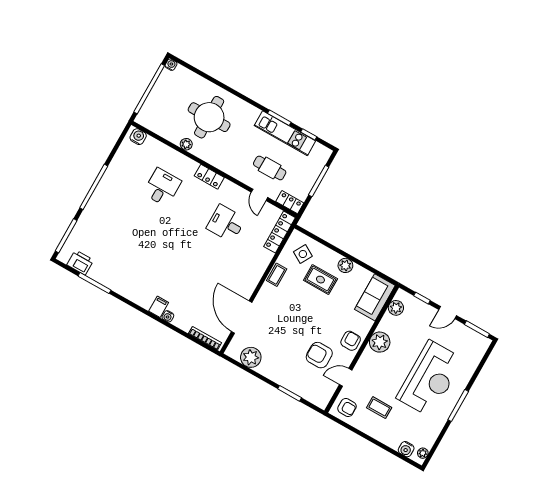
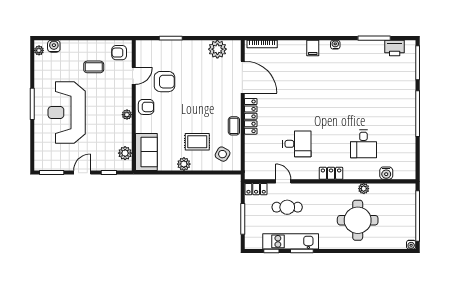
water cooler: (138, 137) -> (386, 173), moved
locker: (280, 232) -> (251, 116), moved
water cooler: (168, 316) -> (335, 45), moved
armchair: (351, 341) -> (146, 107), turned -90
plant: (380, 342) -> (127, 115), width x0.53, depth x0.53

